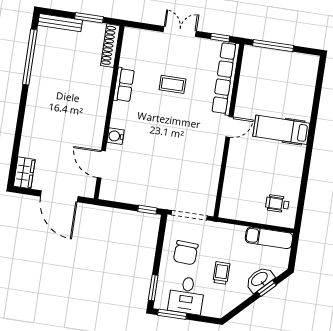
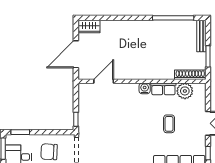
plant: (131, 56) -> (185, 91), added
water cooler: (115, 136) -> (145, 88), moved

